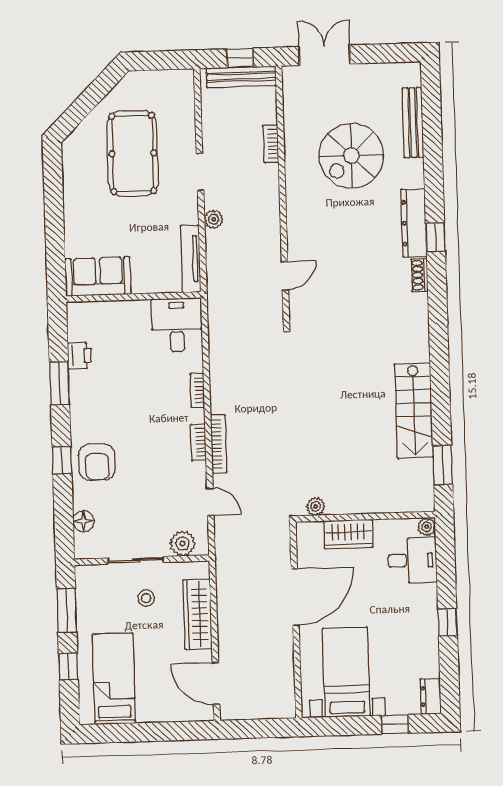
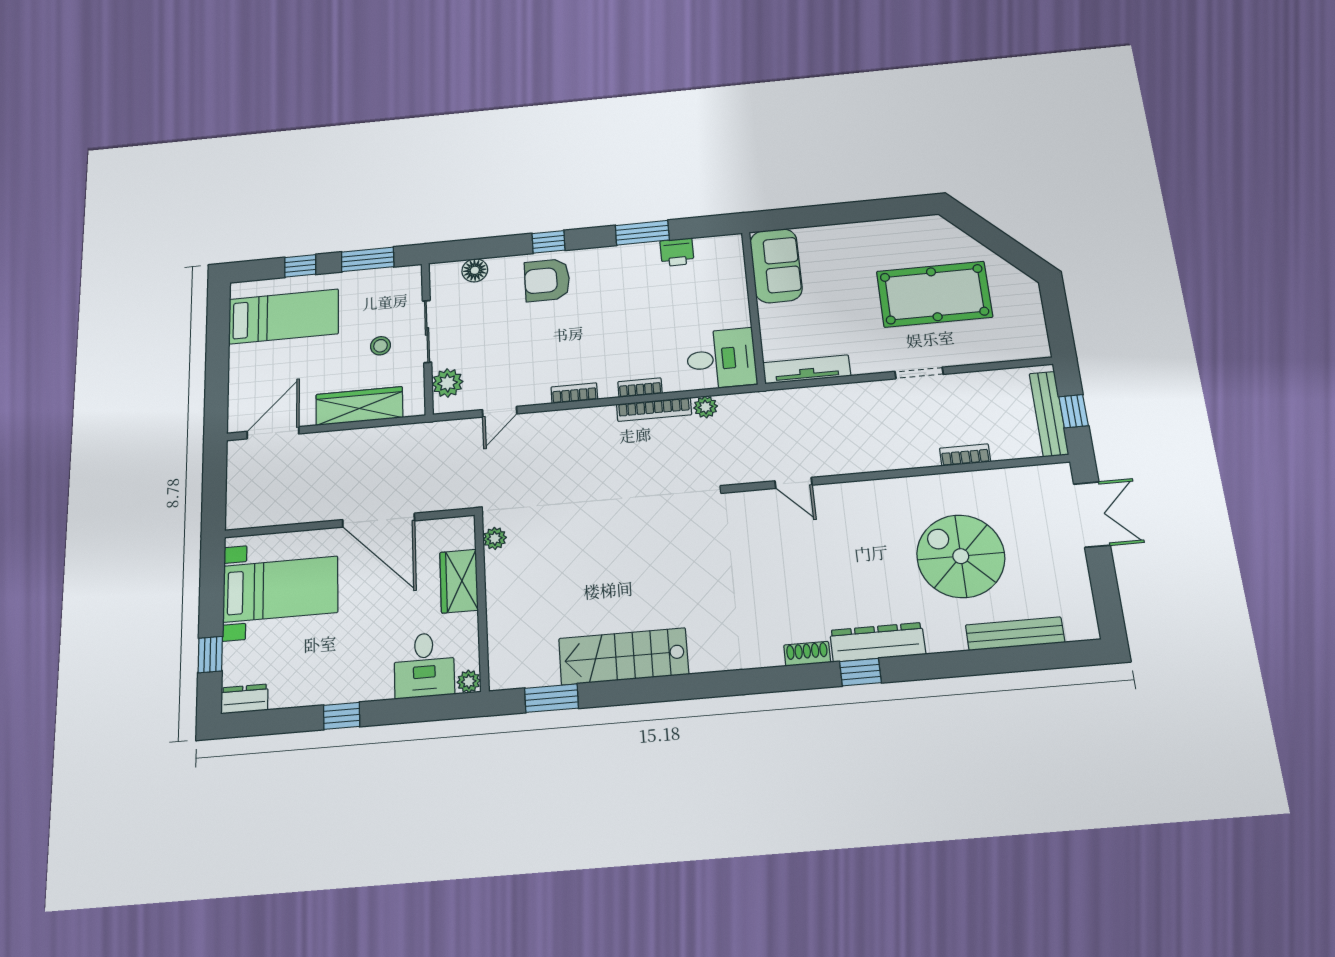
plant: (214, 219) -> (706, 407), moved
bookcase: (219, 444) -> (654, 409), moved

